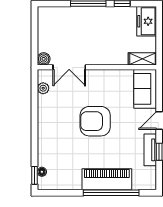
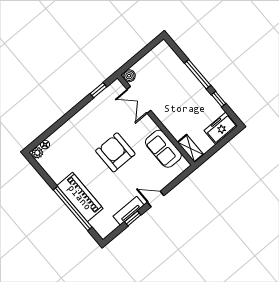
plant: (43, 88) -> (37, 153), moved
sofa: (145, 89) -> (163, 149), moved, turned -90
window: (34, 175) -> (98, 90), moved

